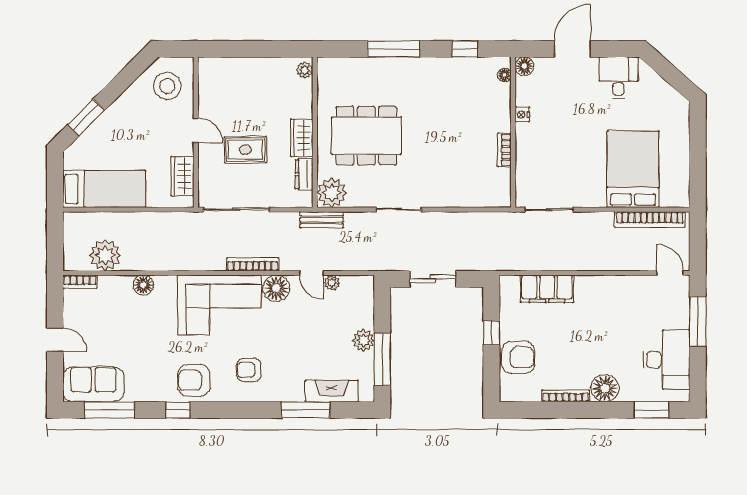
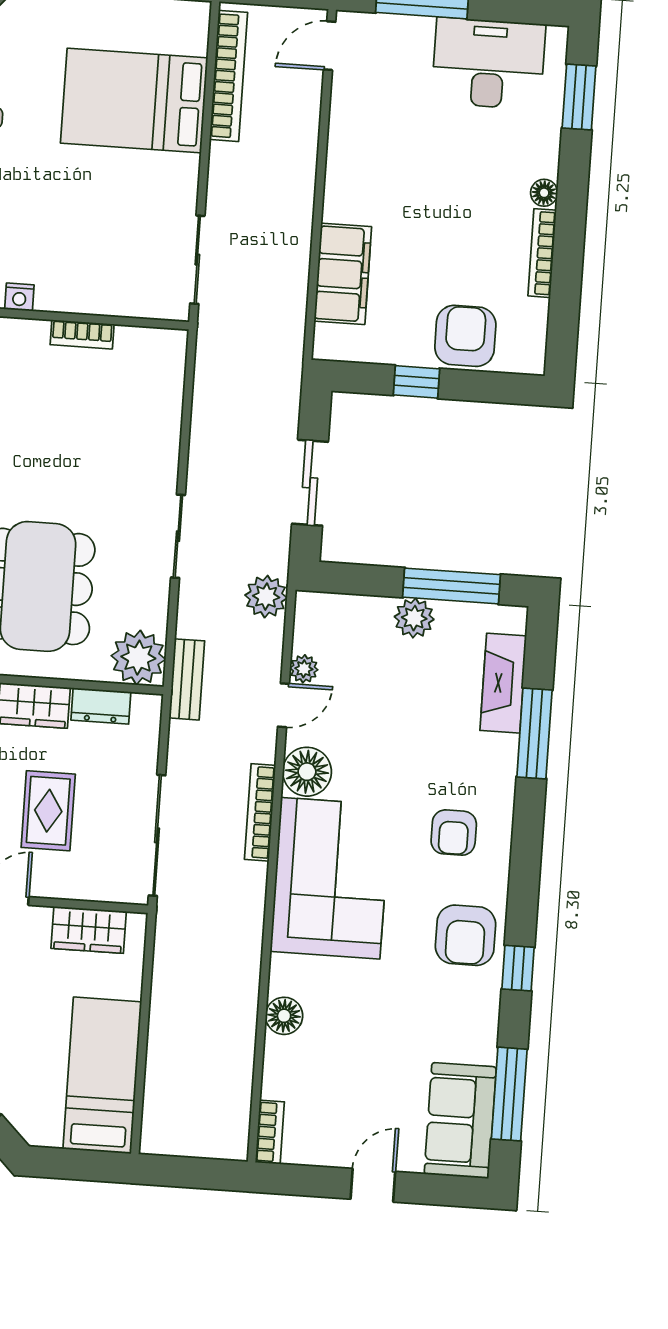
plant: (105, 255) -> (266, 597), moved, width x0.73, depth x0.73
floor lamp: (605, 388) -> (544, 193), width x0.53, depth x0.53

